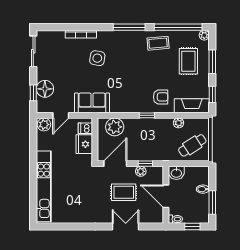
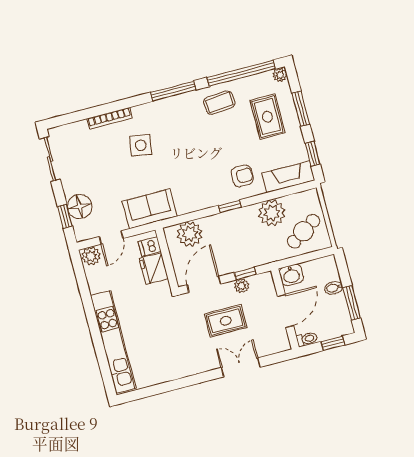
plant: (179, 123) -> (272, 213), width x1.88, depth x1.88
door: (166, 196) -> (285, 311), swing flipped

